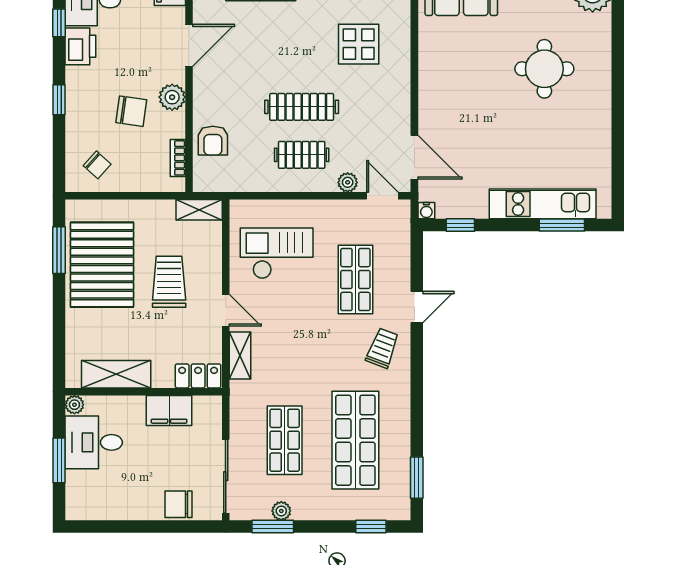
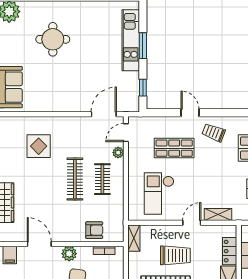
water cooler: (426, 211) -> (134, 107), removed
window: (562, 225) -> (143, 46), moved
trolley: (169, 282) -> (175, 255), turned 180
locker: (198, 376) -> (230, 251), moved

